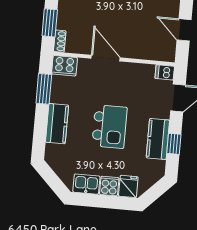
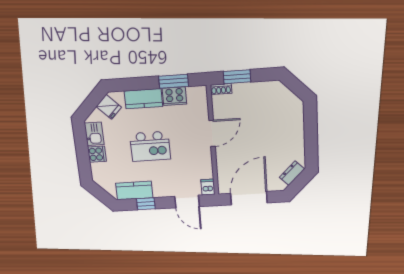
door: (184, 30) -> (249, 198), width x1.87
cooker: (64, 66) -> (174, 96), moved, turned -90
kitchen counter: (158, 139) -> (134, 190), moved
fridge: (128, 186) -> (109, 107), moved, turned 45

